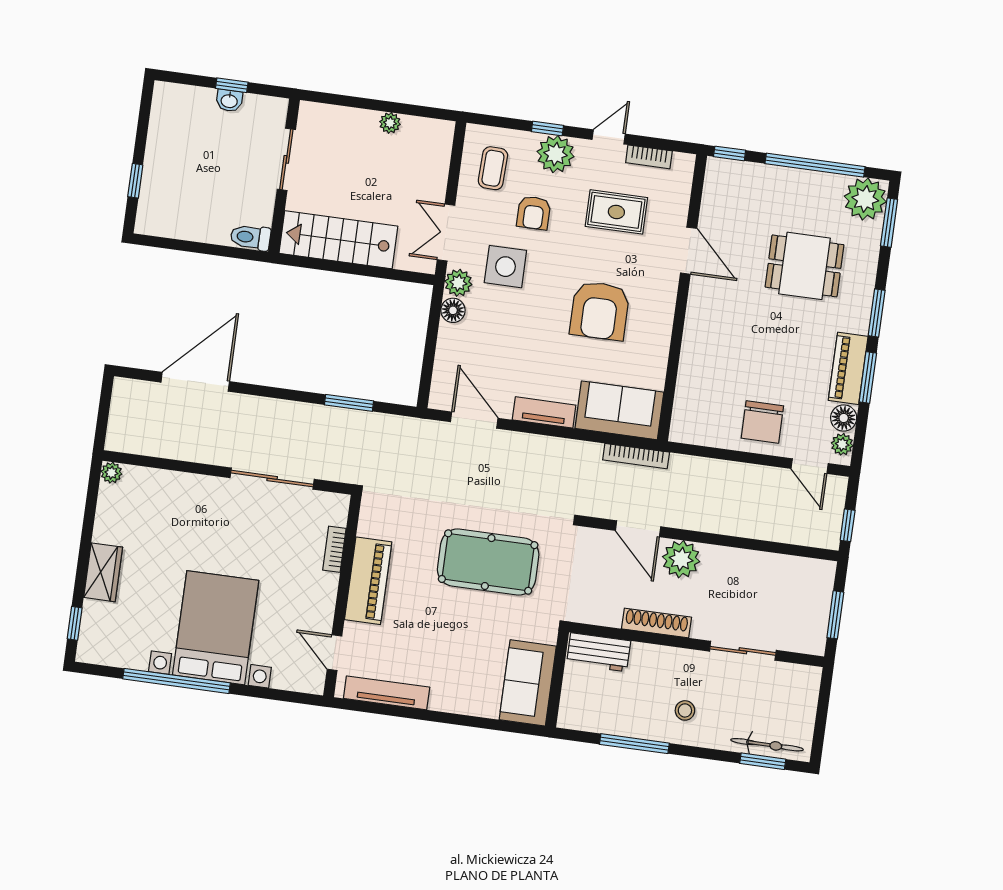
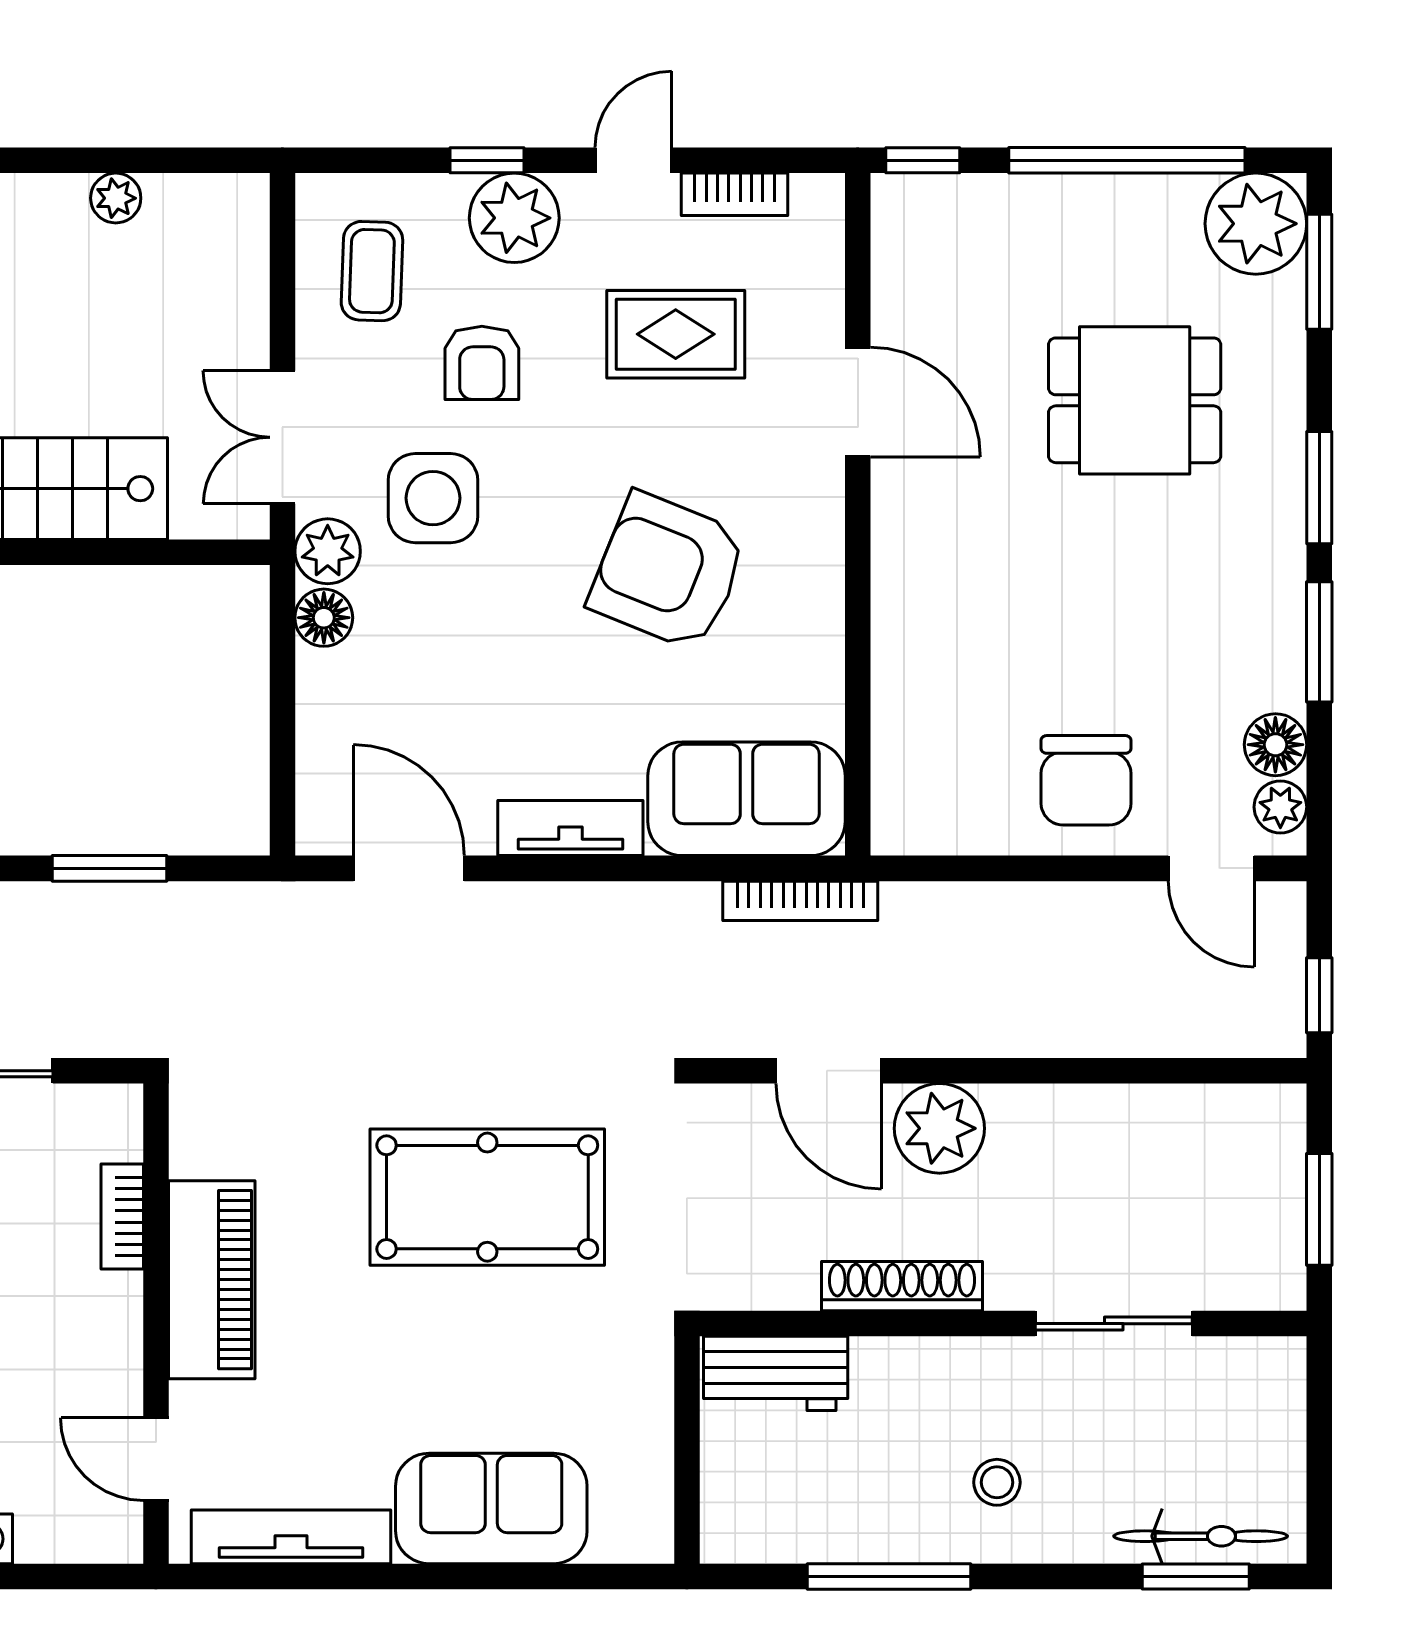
armchair: (600, 311) -> (668, 571), turned 112
piano: (848, 368) -> (1270, 627), removed
sofa: (528, 683) -> (491, 1508), moved, turned 90

